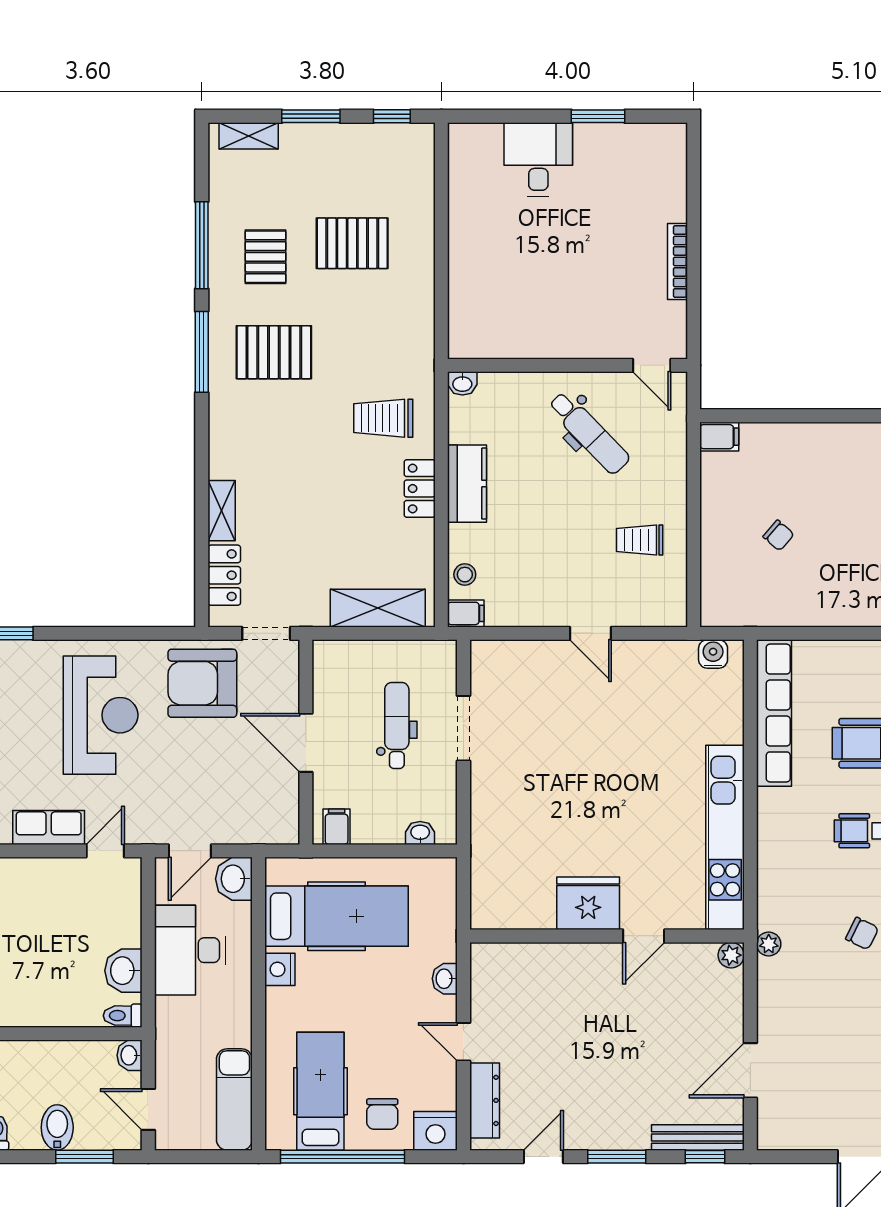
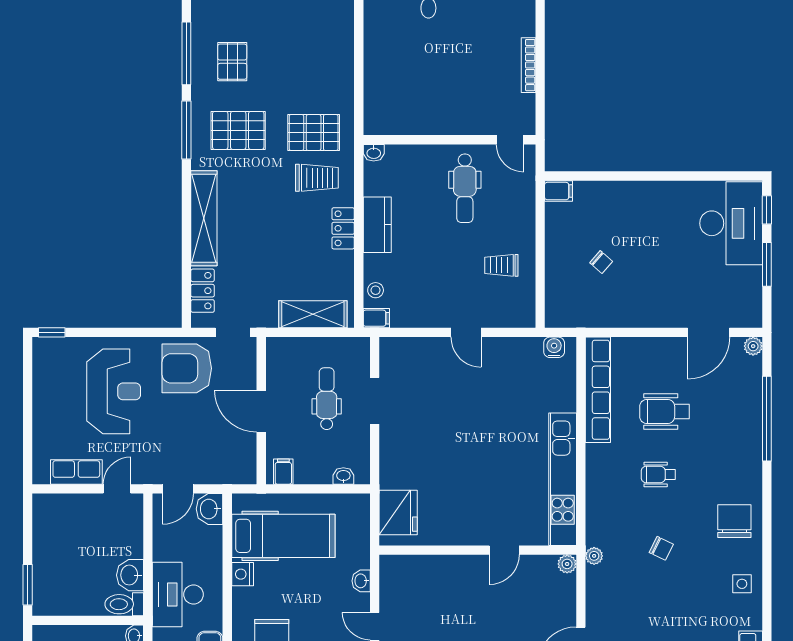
pallet: (352, 243) -> (314, 132), moved
trolley: (383, 418) -> (317, 178), turned 180
dental chair: (589, 433) -> (465, 188), turned 44
shelving: (222, 511) -> (204, 218), width x2.20, depth x1.33
fridge: (588, 903) -> (398, 512), moved, turned 90
desk: (190, 950) -> (178, 594), moved
toilet: (123, 1016) -> (124, 604), width x1.37, depth x1.39

